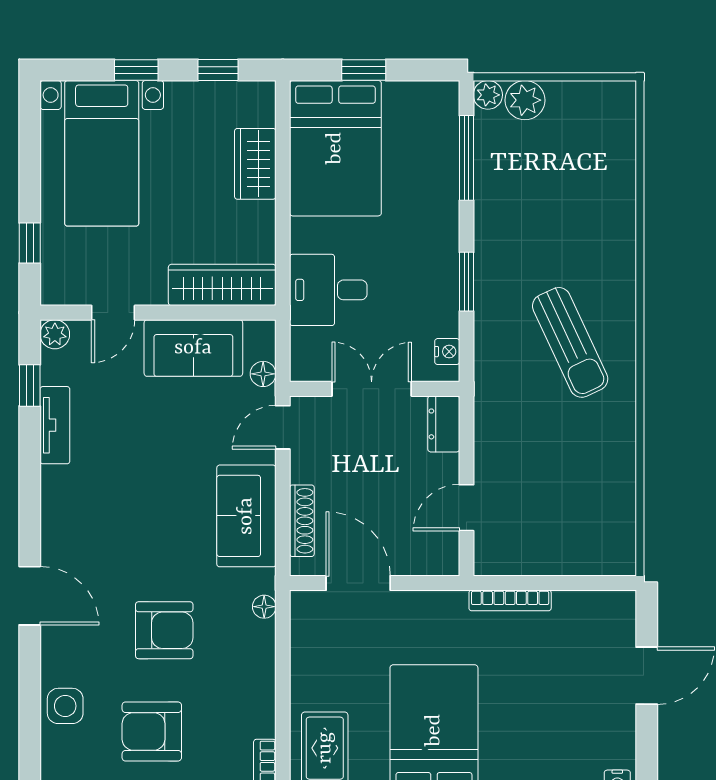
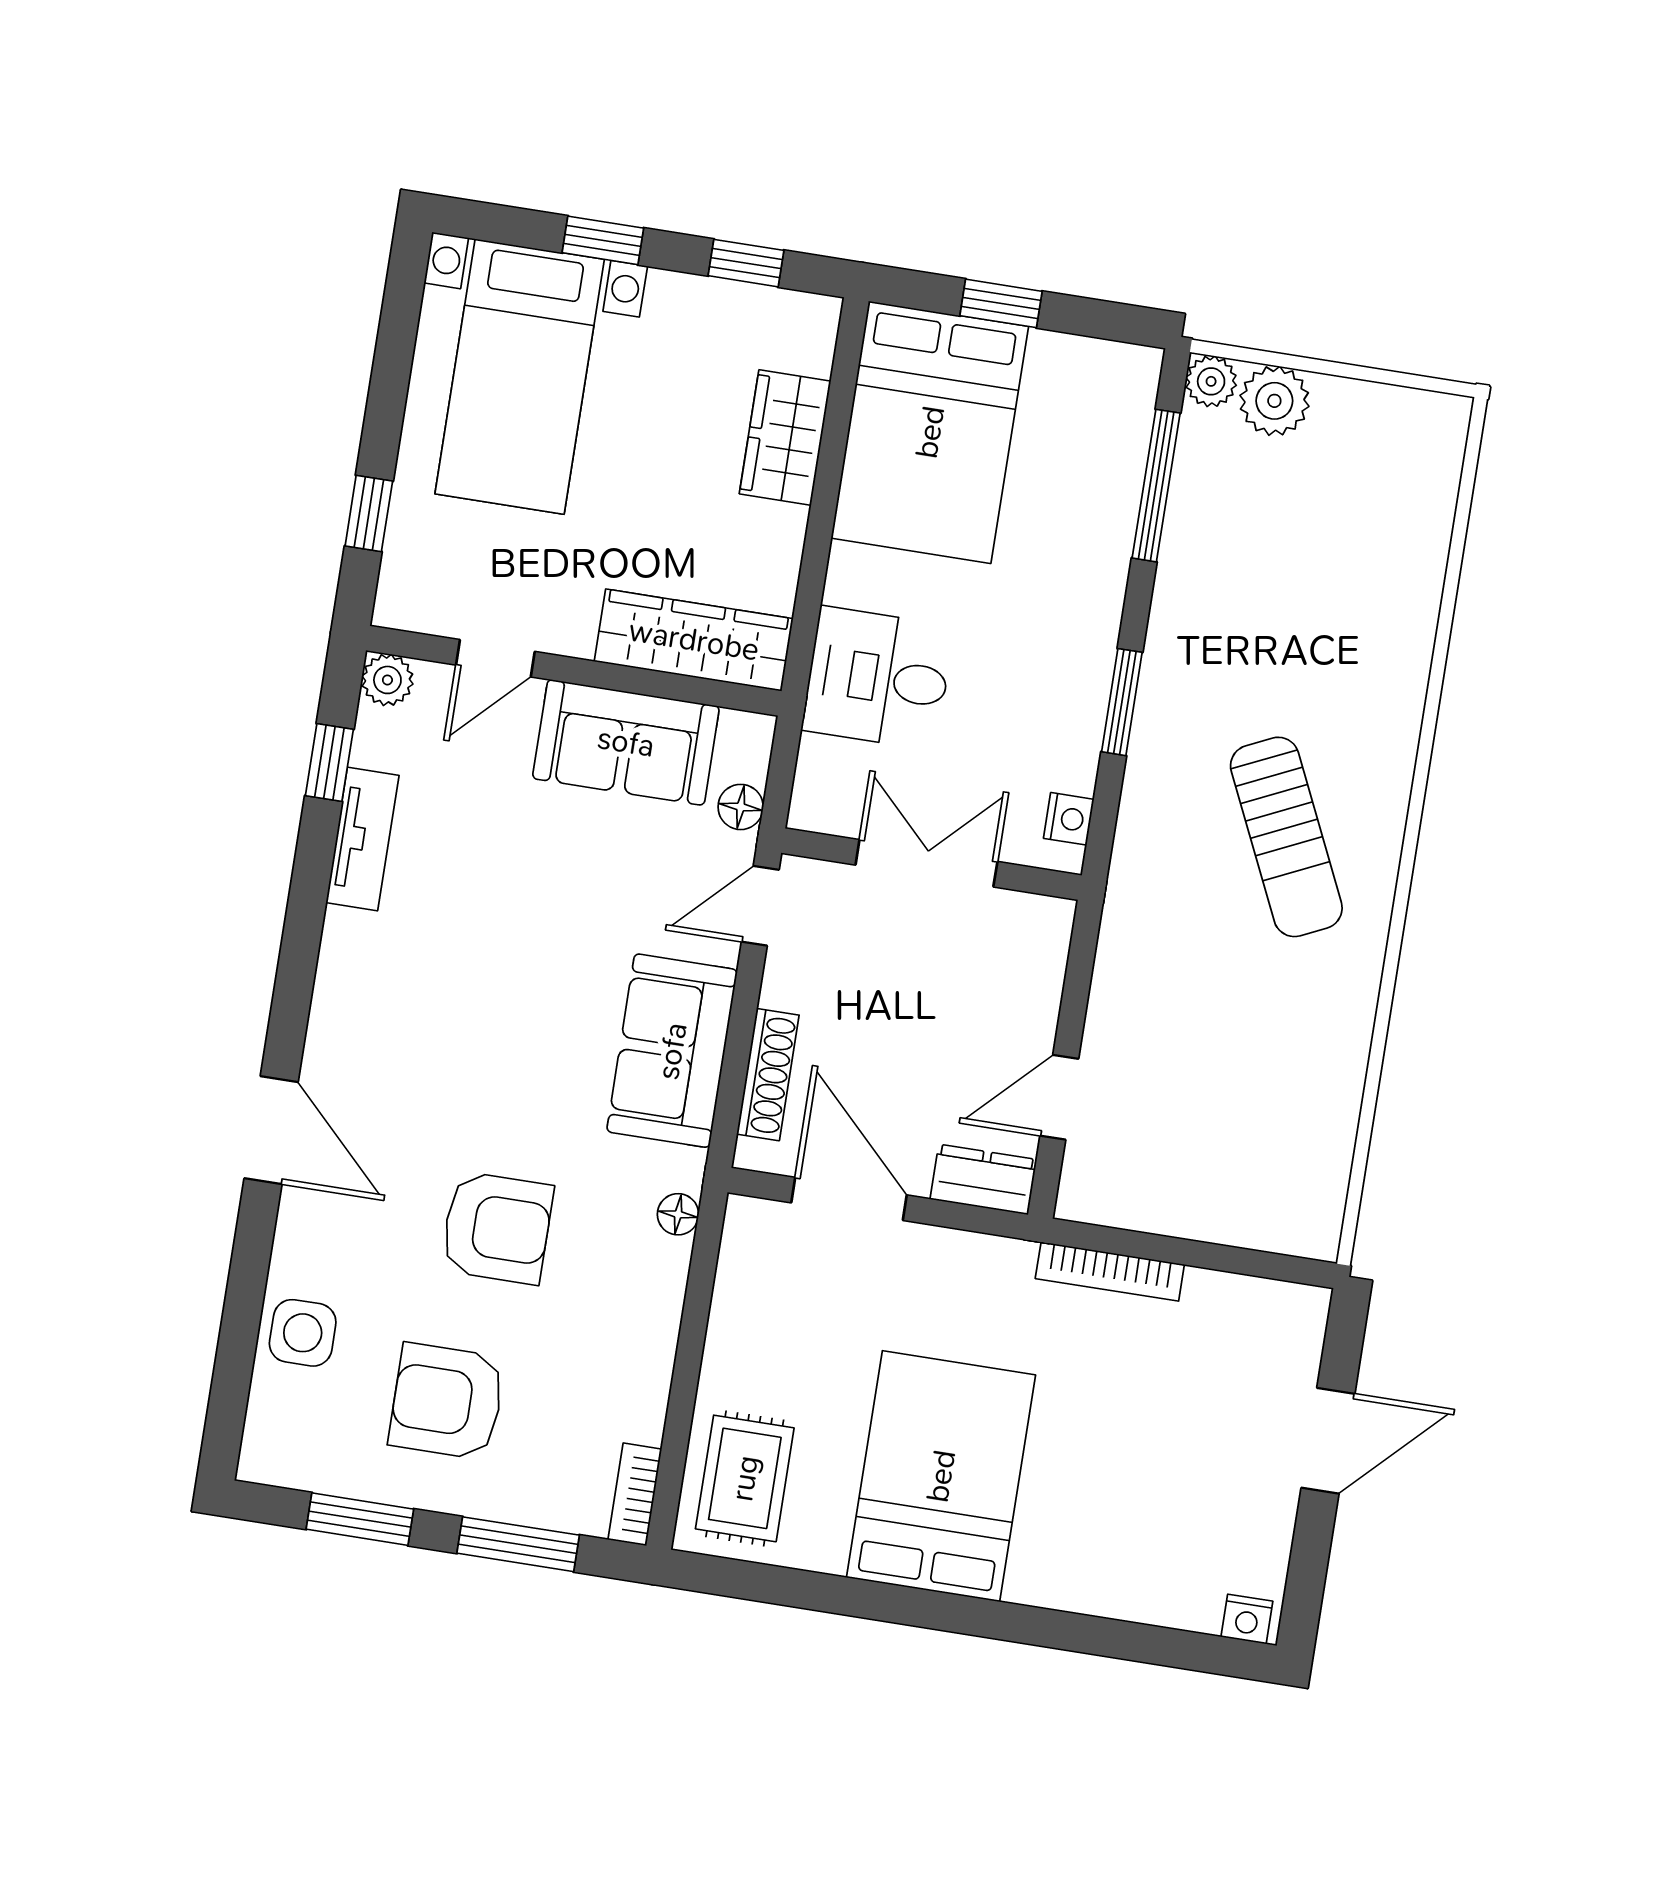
dresser: (444, 424) -> (983, 1179), moved, turned 90

